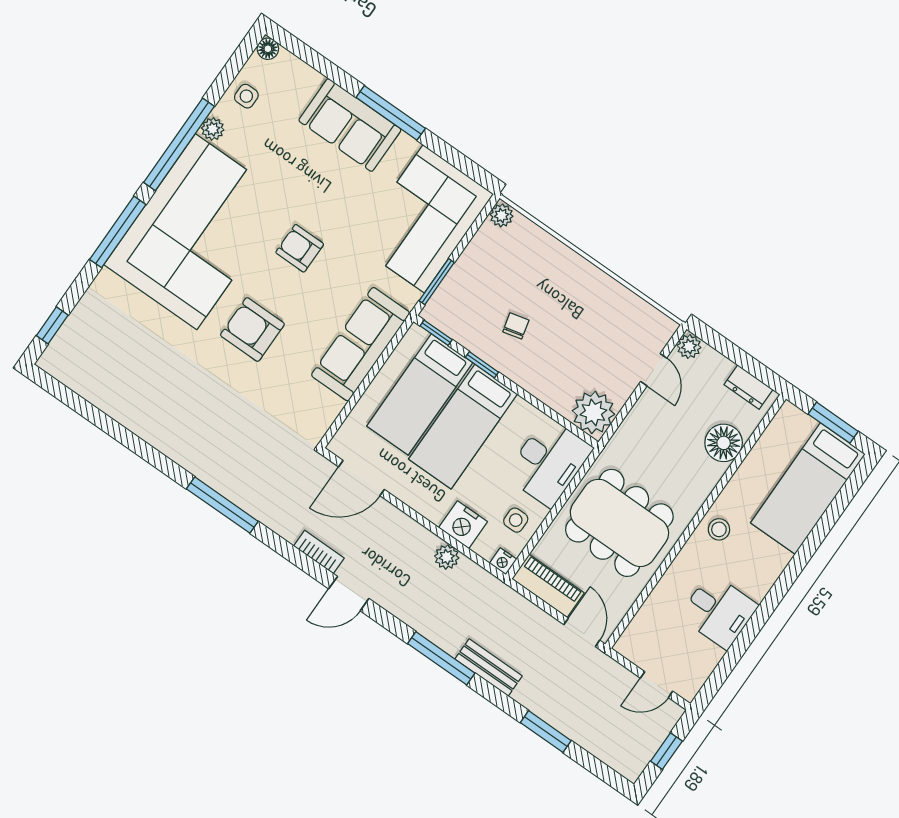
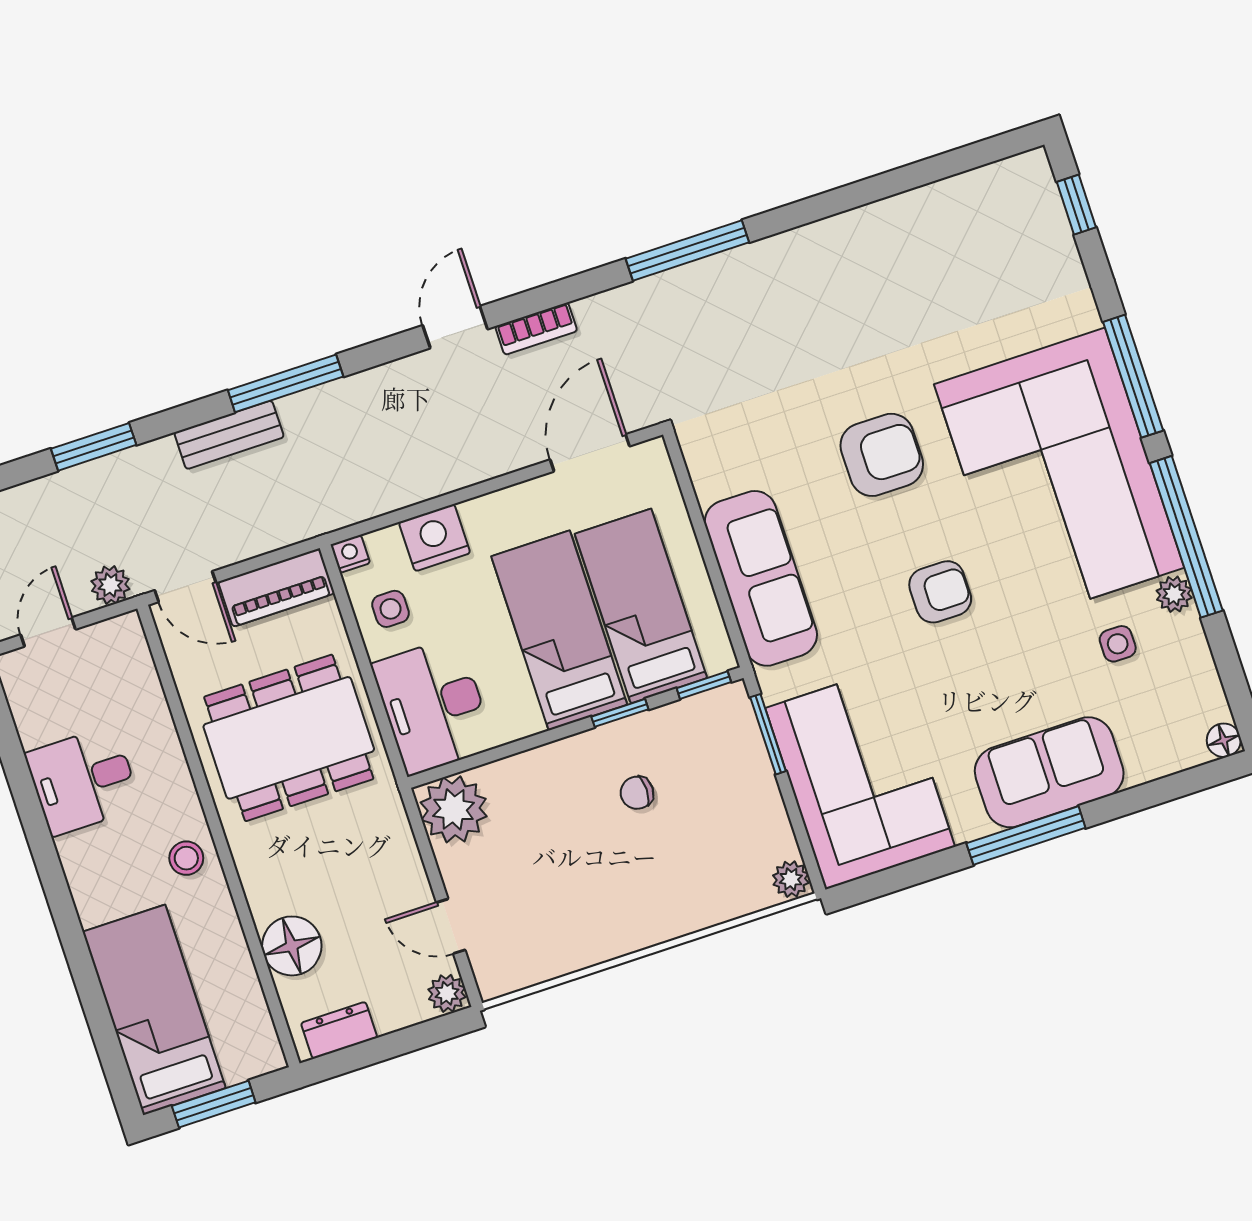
side table: (246, 96) -> (1118, 644), moved
chair: (516, 326) -> (637, 793), turned 104
plant: (447, 557) -> (110, 585), moved

